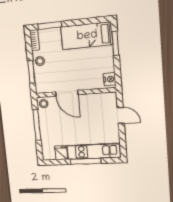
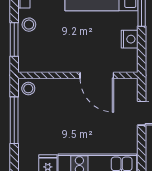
nightstand: (110, 79) -> (130, 39), moved
door: (67, 93) -> (97, 75), moved

